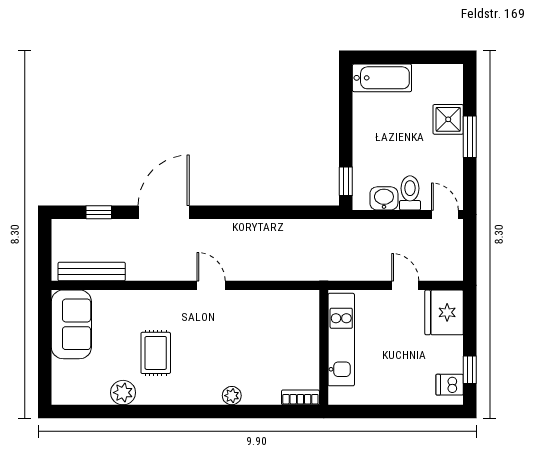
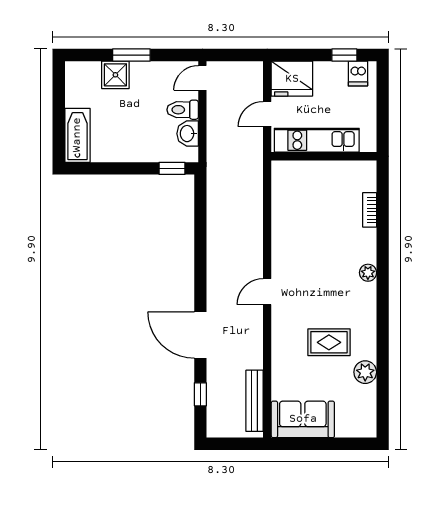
kitchen unit: (341, 340) -> (317, 140), moved
wall: (324, 347) -> (324, 156), moved

